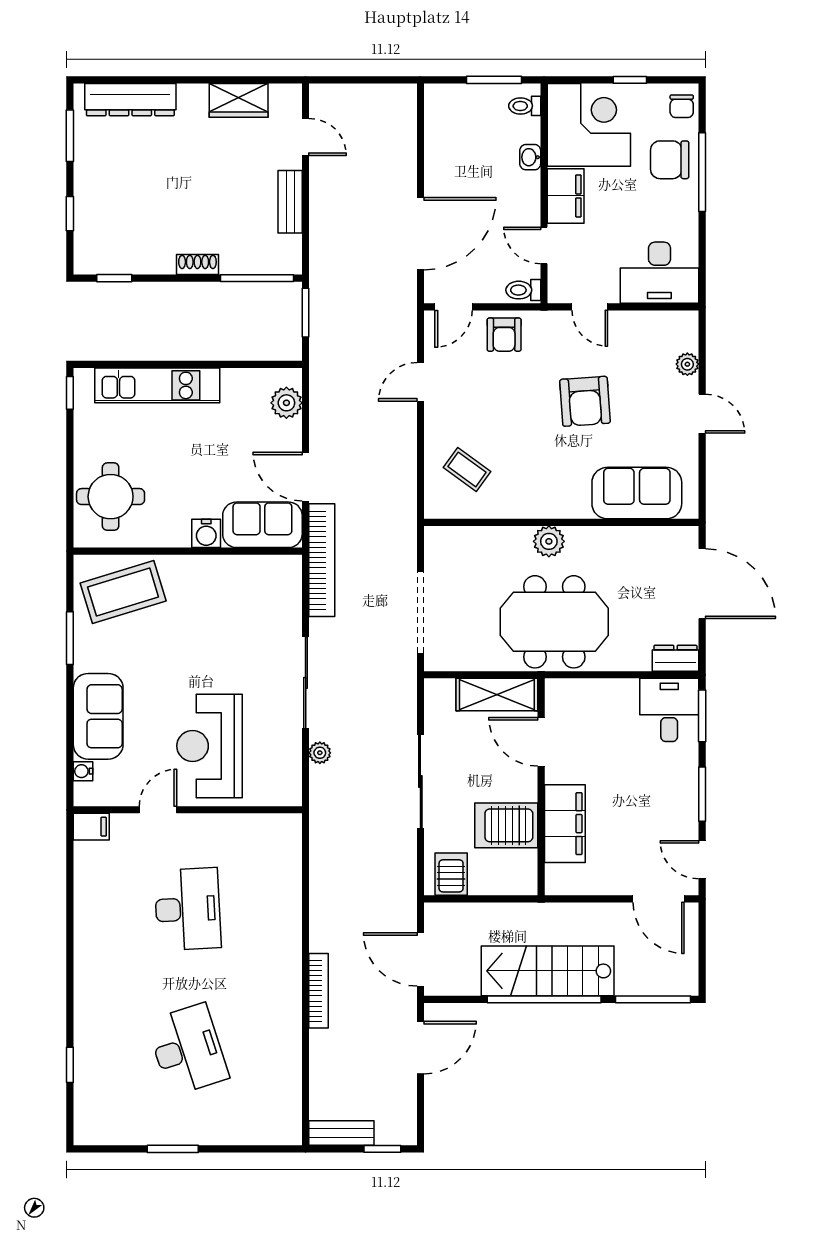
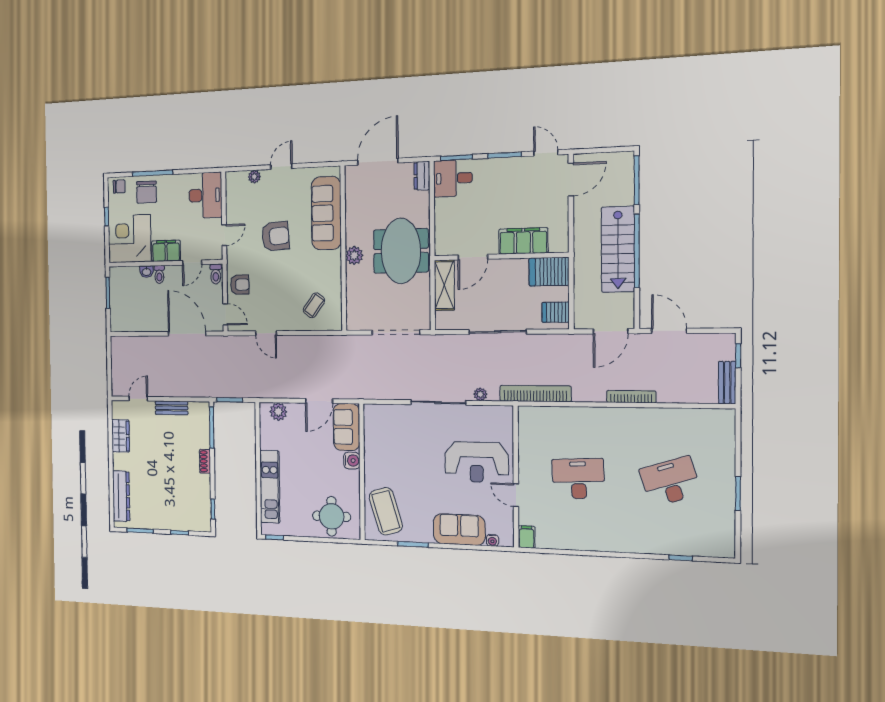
toilet: (525, 106) -> (159, 274), moved
sofa: (637, 493) -> (326, 213), width x1.36
bookcase: (322, 560) -> (535, 394), moved
server rack: (506, 825) -> (549, 272), moved, turned 90
door: (702, 860) -> (546, 153), swing flipped

